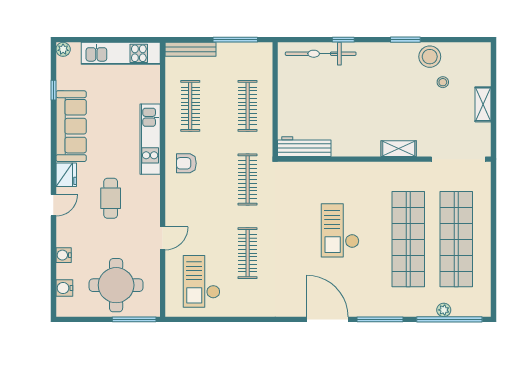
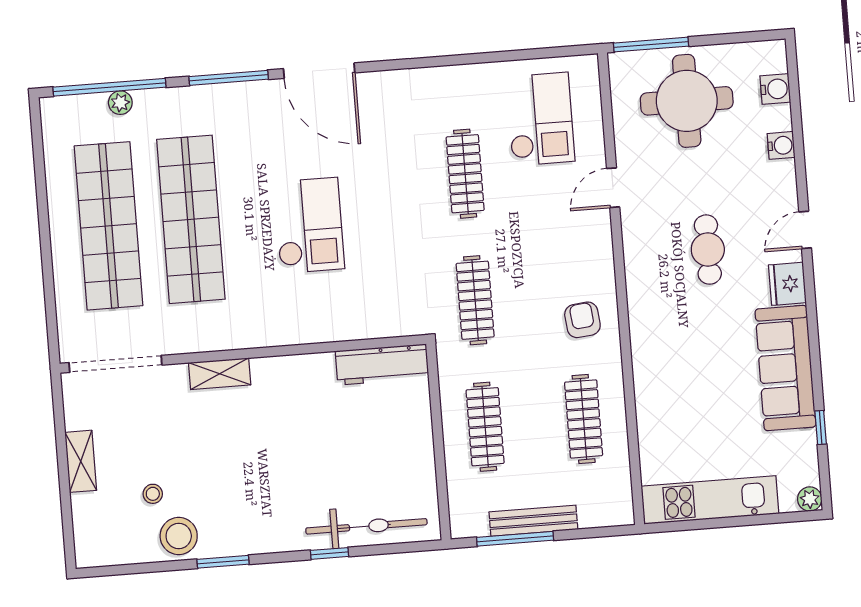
bench: (190, 49) -> (533, 521), moved
kitchen unit: (150, 139) -> (648, 357), removed
armchair: (186, 163) -> (582, 320), turned -96

